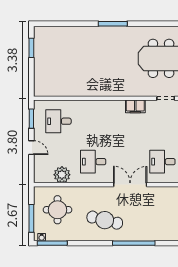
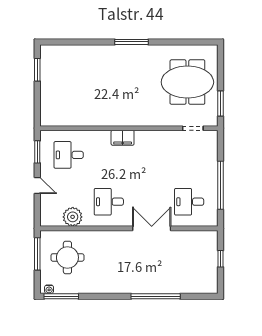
filing cabinet: (135, 106) -> (123, 138), moved
window: (31, 218) -> (37, 254), moved
cafe table: (105, 220) -> (122, 270), removed

